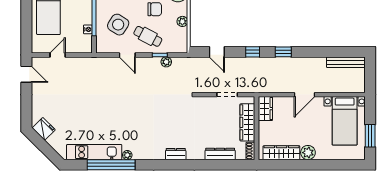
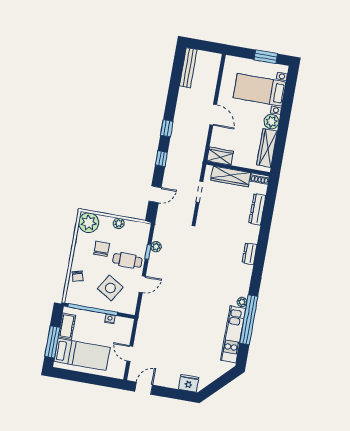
cafe table: (148, 36) -> (127, 260), turned 62
bed with nightstands: (345, 121) -> (260, 90), moved, turned 180
fridge: (44, 129) -> (189, 383), moved, turned 45

